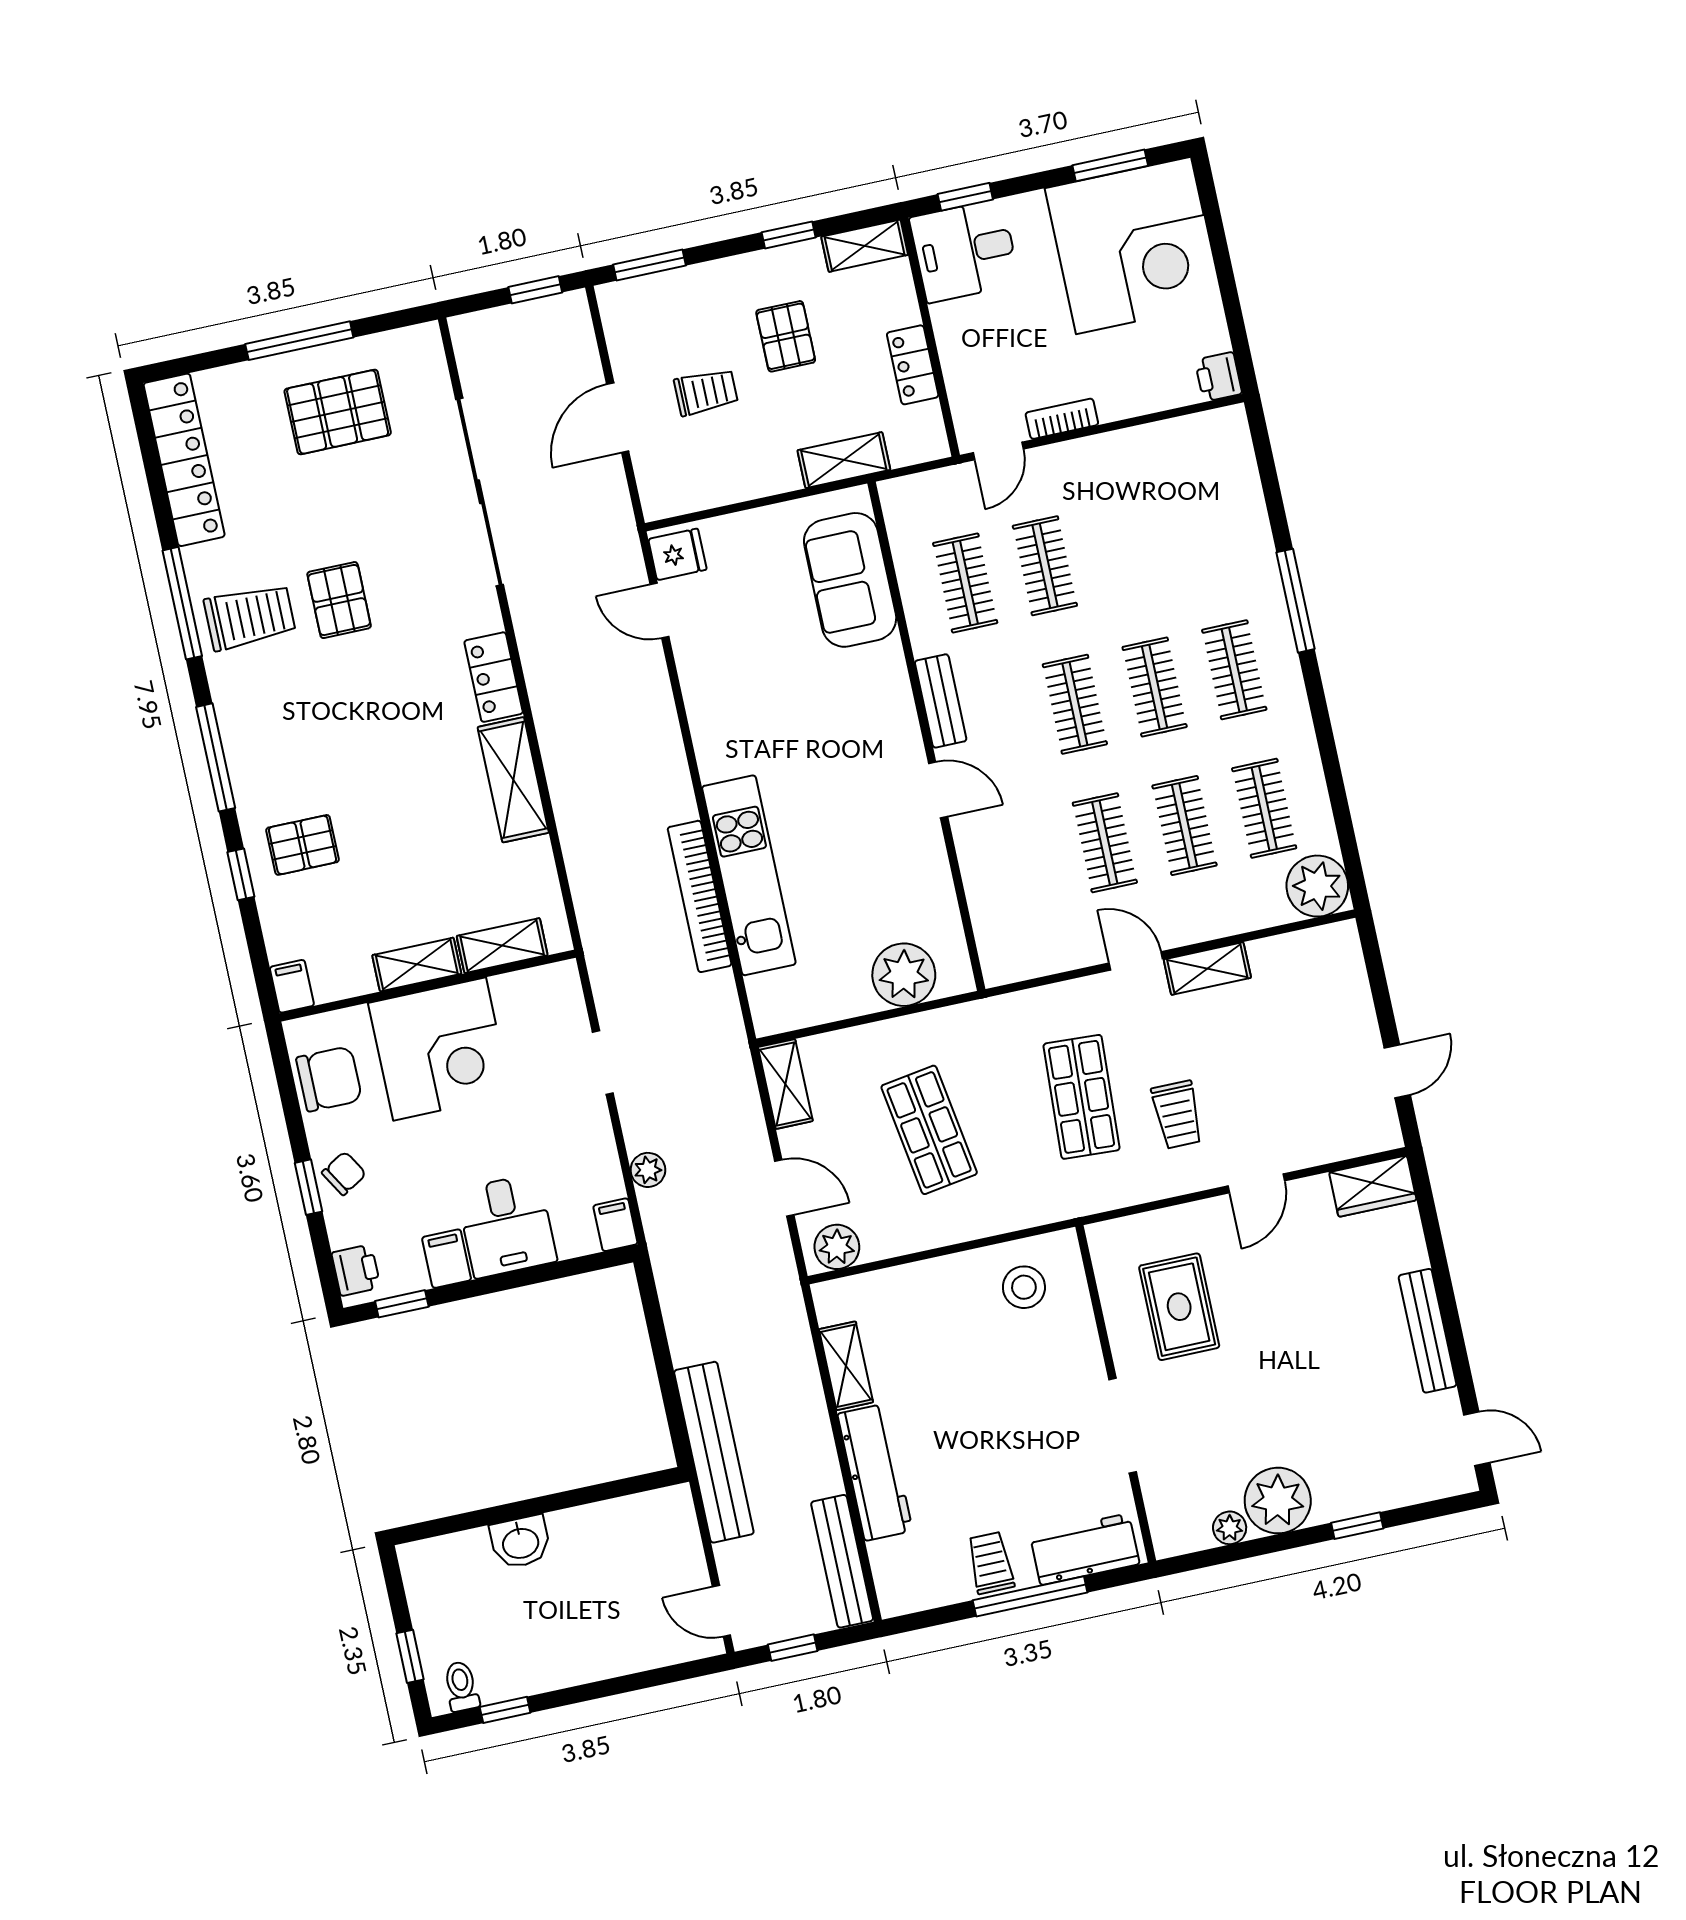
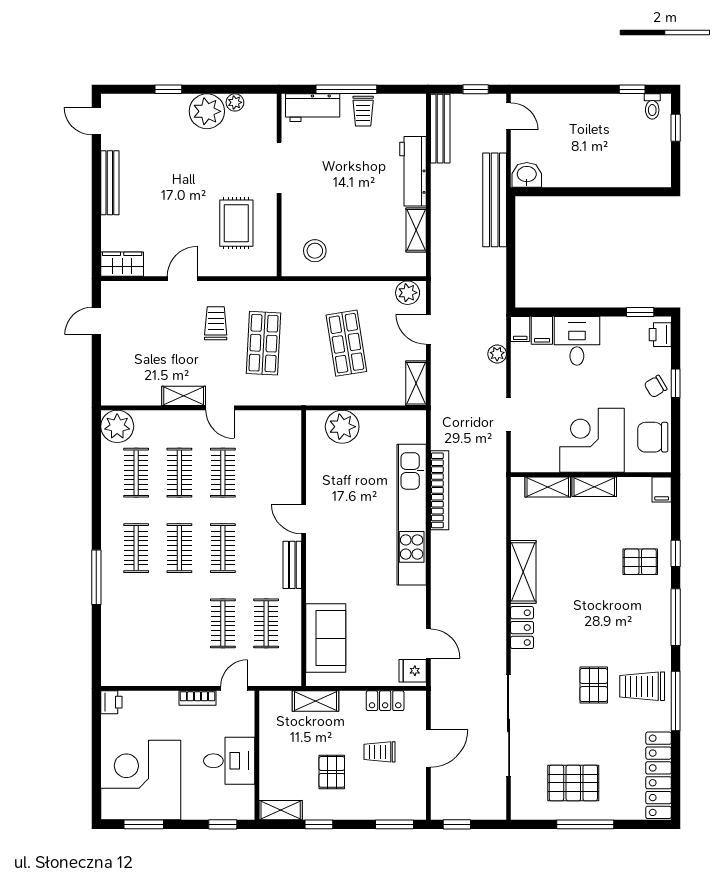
desk: (965, 251) -> (229, 761), moved
locker: (913, 365) -> (385, 701), moved, turned 90
kitchen unit: (749, 875) -> (412, 515), width x1.36
filing cabinet: (447, 1259) -> (542, 330), moved
washbasin: (520, 1542) -> (527, 175), moved

